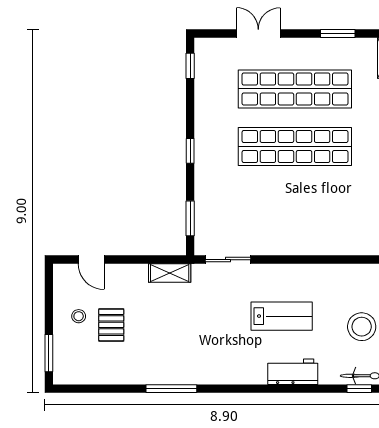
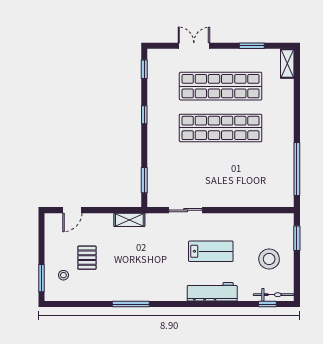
window: (190, 151) -> (144, 115), moved
door: (91, 260) -> (72, 210), hinge flipped
sliding door: (228, 260) -> (186, 210), moved
stool: (79, 316) -> (63, 275), moved
workbench: (293, 372) -> (212, 292), width x1.38

